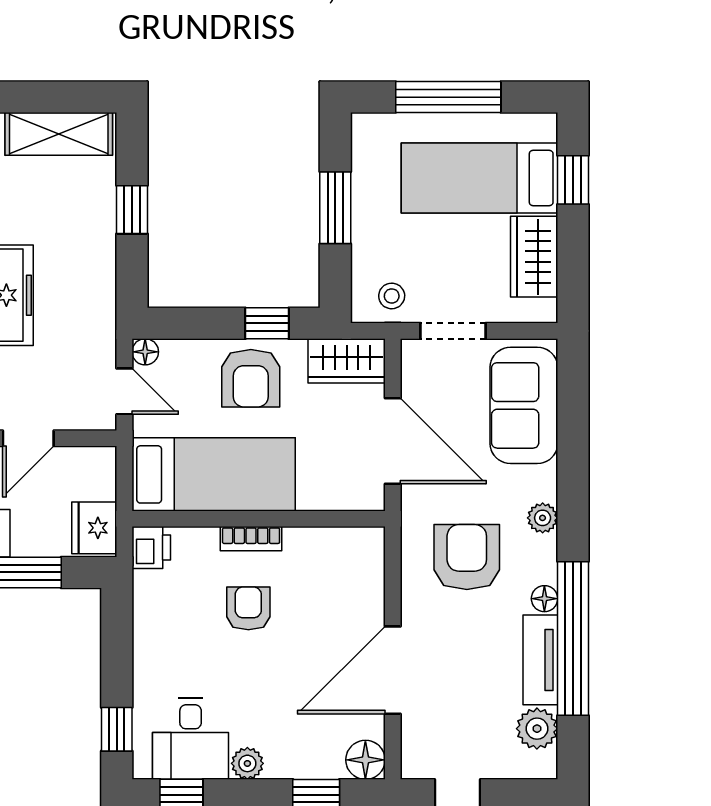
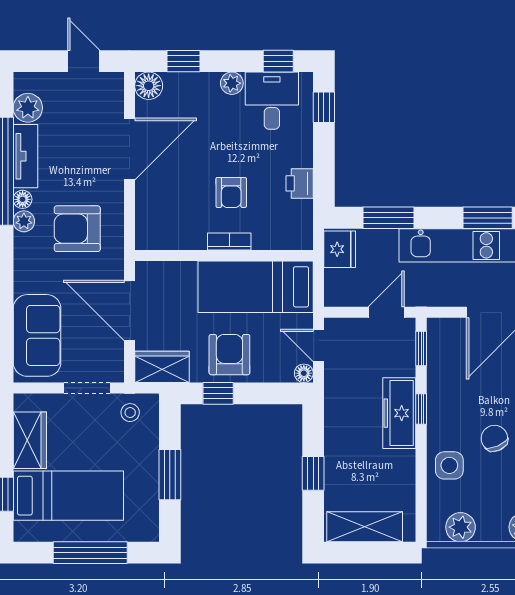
plant: (543, 518) -> (24, 221), moved
printer: (151, 548) -> (300, 183), moved
armchair: (467, 557) -> (77, 229), turned 90

